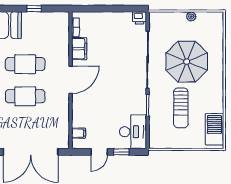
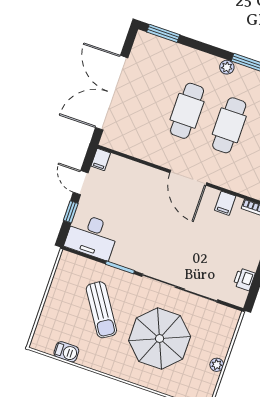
printer: (140, 18) -> (244, 279), moved
filing cabinet: (79, 49) -> (225, 203), width x0.50
sun lounger: (181, 108) -> (101, 310), turned -123
barbecue: (214, 129) -> (66, 352), width x0.53, depth x0.65
filing cabinet: (79, 133) -> (101, 159), moved

